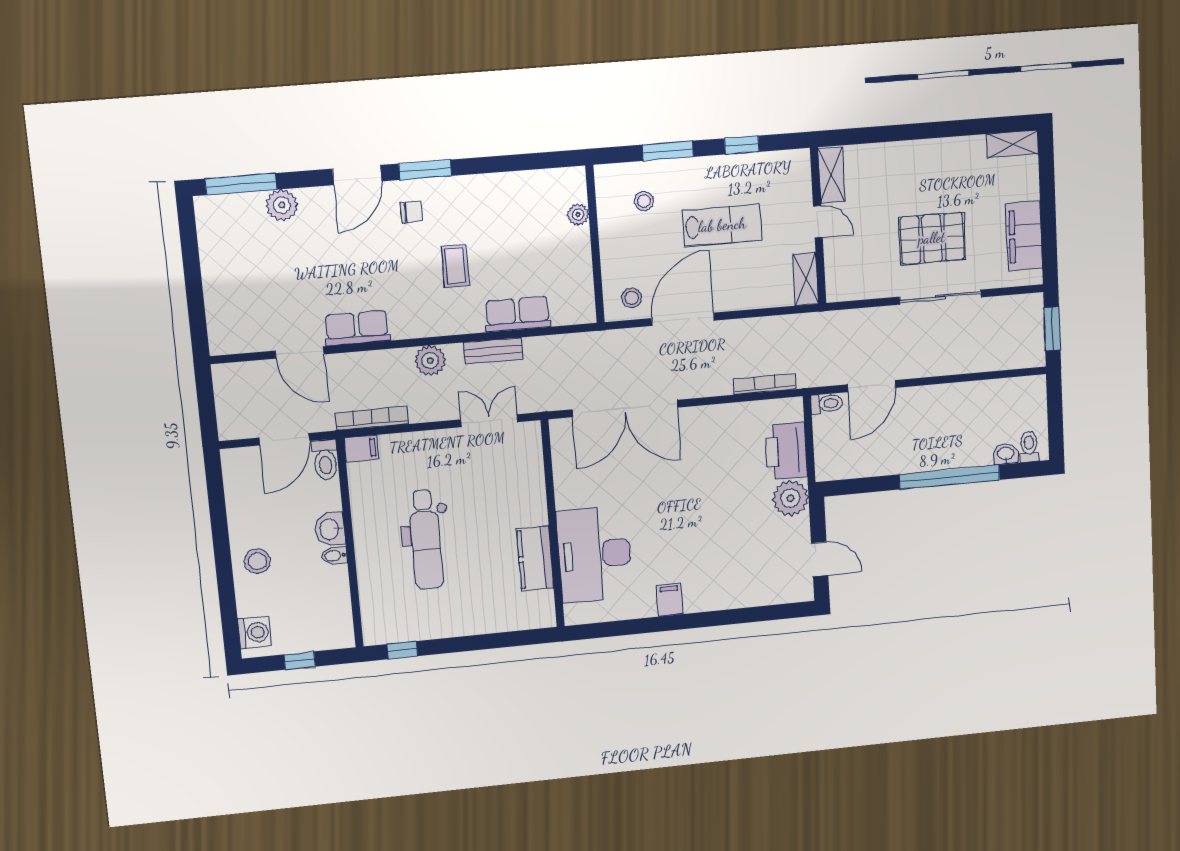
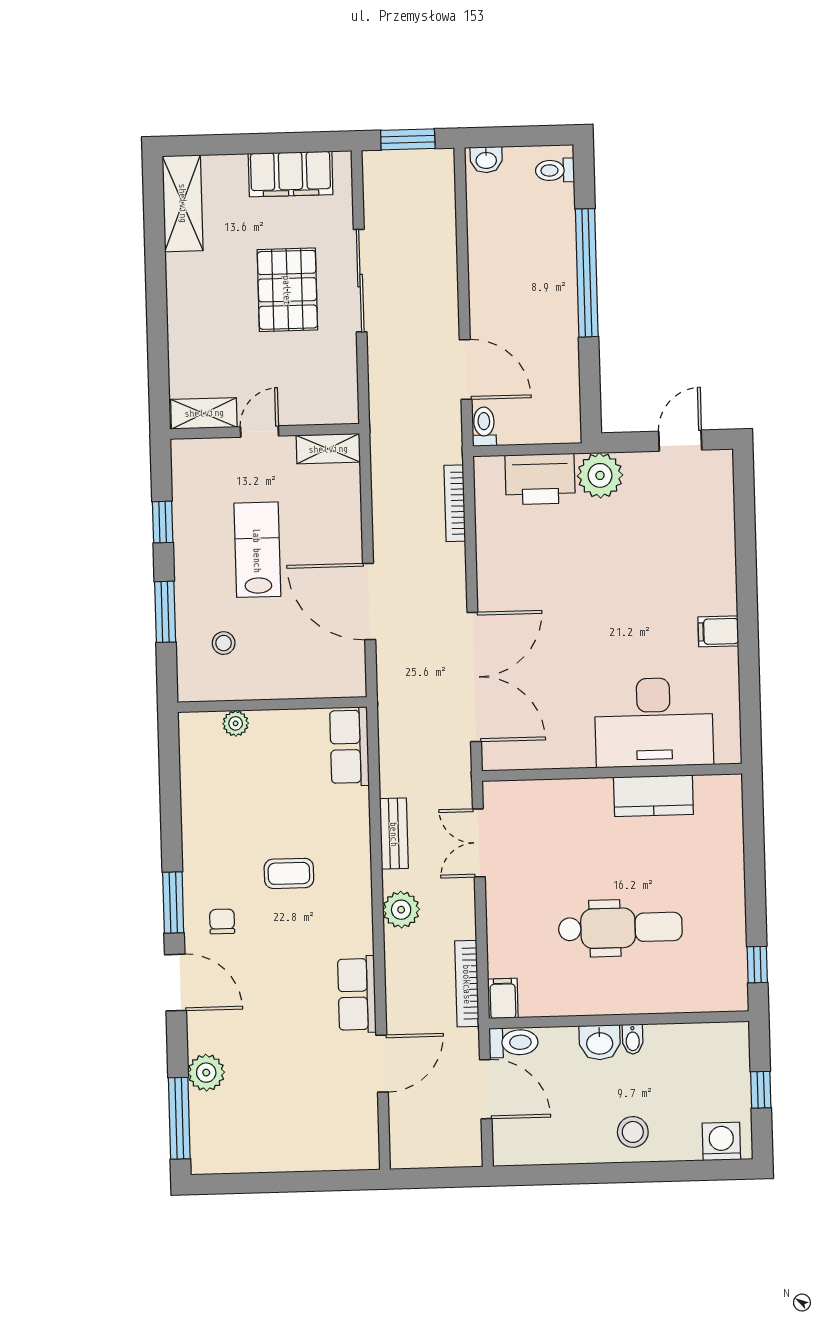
shelving: (1012, 144) -> (183, 203), width x1.50, depth x1.33
stool: (632, 298) -> (339, 663), removed
row of seats: (517, 314) -> (350, 747), moved
washbasin: (1006, 454) -> (486, 160), moved, turned -90

